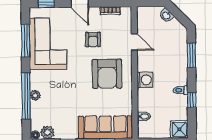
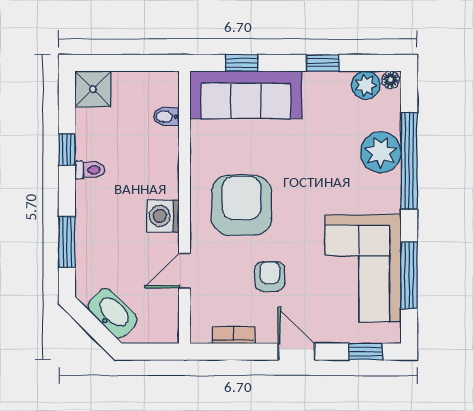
washbasin: (166, 15) -> (113, 313), width x1.91, depth x1.45
door: (134, 42) -> (185, 270), hinge flipped
washing machine: (145, 80) -> (163, 216), moved
plant: (35, 95) -> (381, 152), width x1.88, depth x1.88

